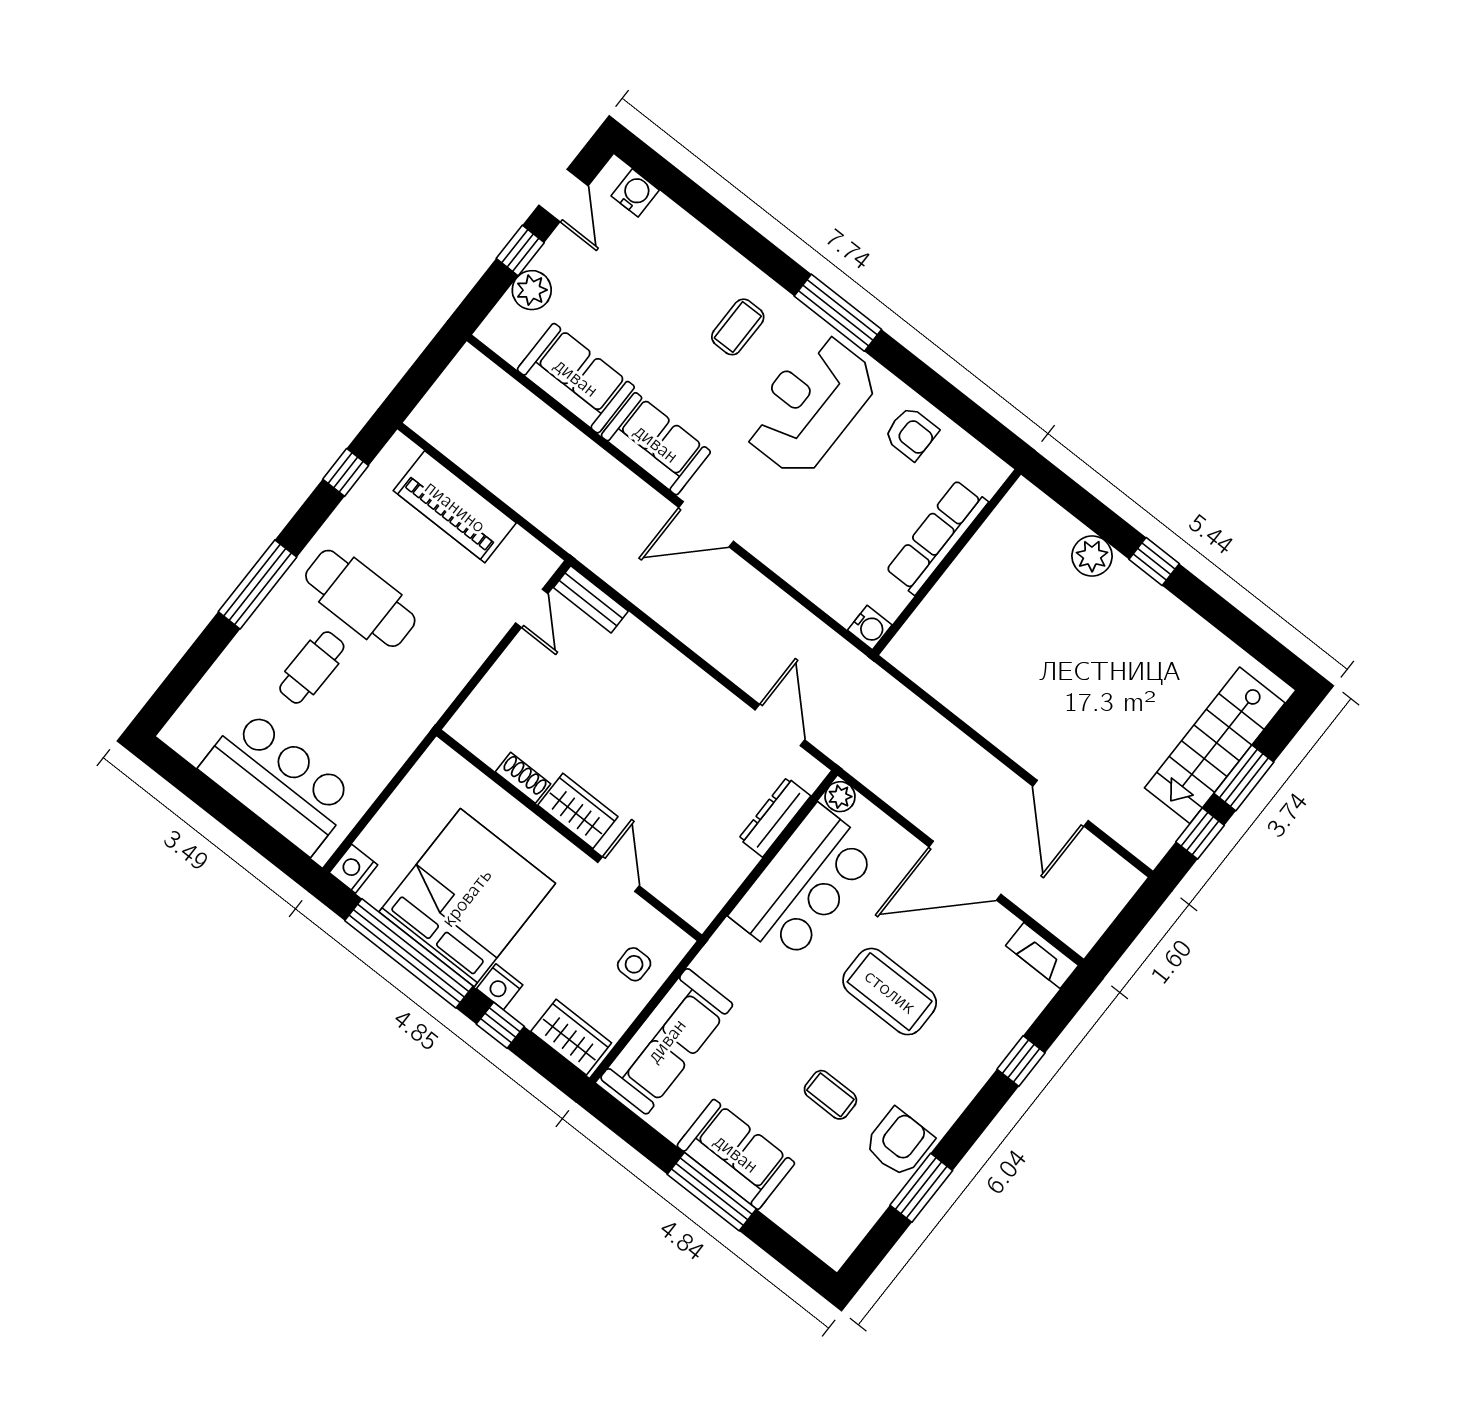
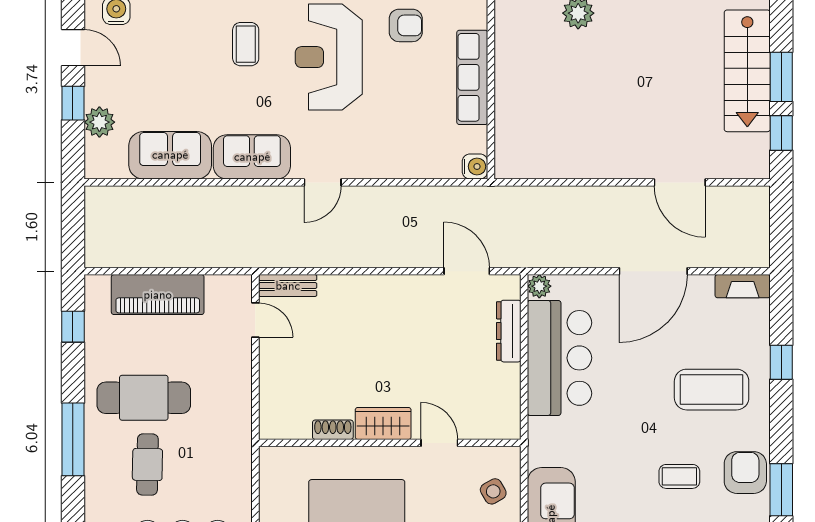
door: (706, 524) -> (323, 182), width x0.73
side table: (634, 964) -> (493, 491), turned -30
coffee table: (890, 992) -> (712, 390), moved

